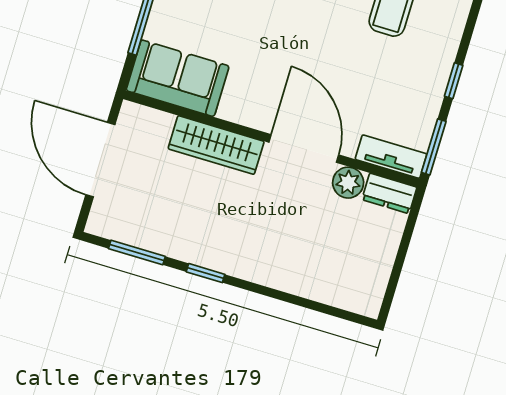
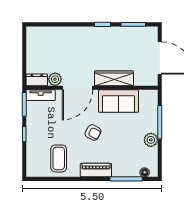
armchair: (299, 38) -> (93, 133), added
sofa: (178, 78) -> (118, 101), moved
door: (304, 149) -> (77, 88), hinge flipped

